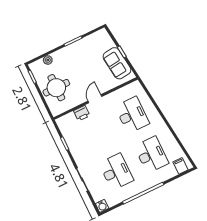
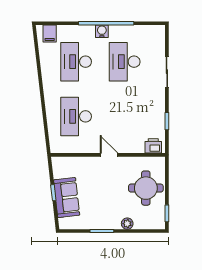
plant: (48, 60) -> (127, 224), moved
sofa: (117, 63) -> (67, 198), moved
door: (95, 99) -> (109, 155), swing flipped
printer: (82, 113) -> (153, 146), moved
water cooler: (102, 206) -> (102, 31), moved

